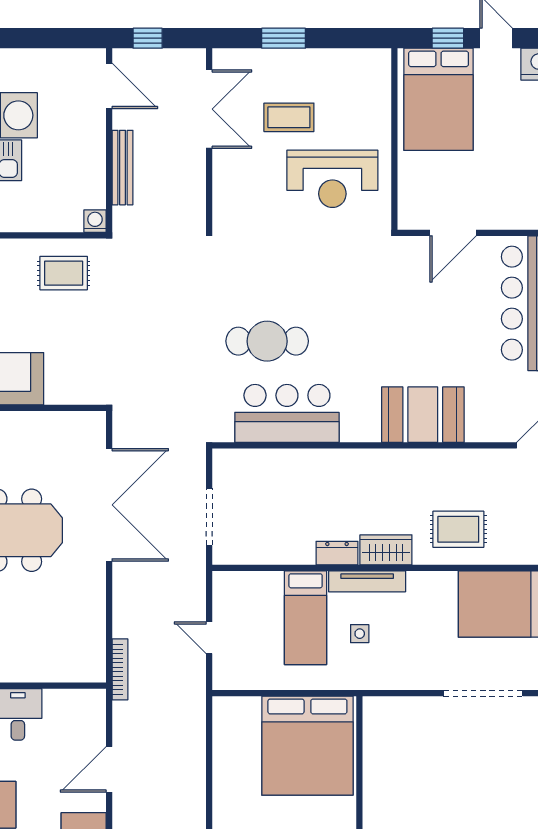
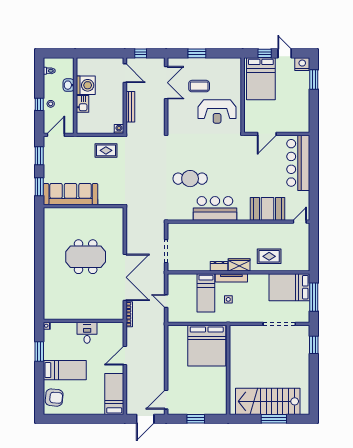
bar counter: (287, 413) -> (215, 208), moved
booth: (423, 415) -> (267, 209), moved
double door: (109, 505) -> (125, 277), moved

